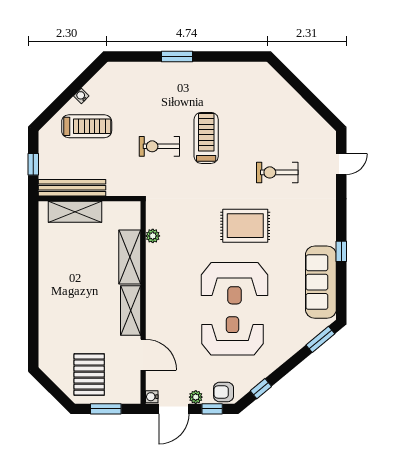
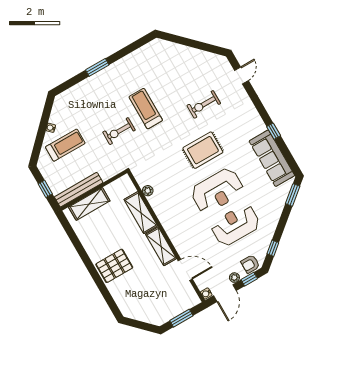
pallet: (89, 375) -> (114, 266), moved, turned 90

